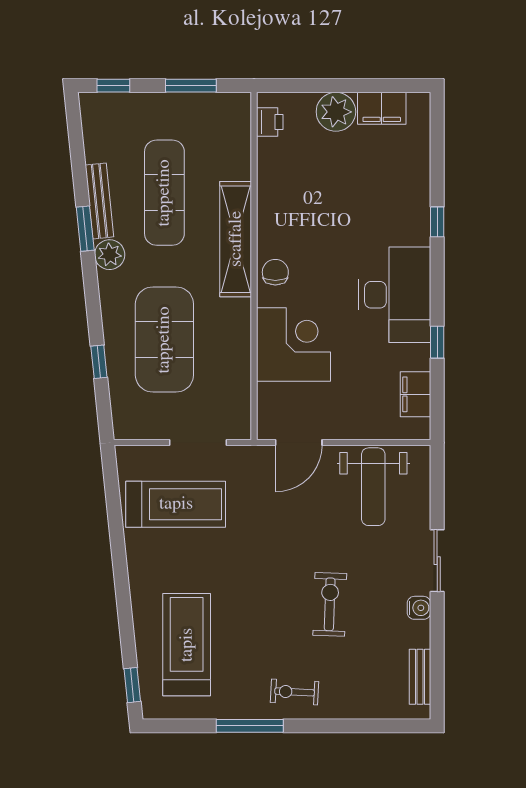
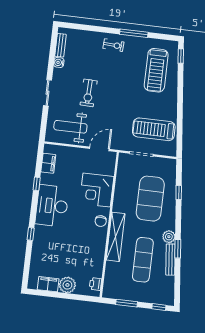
weight bench: (373, 487) -> (70, 127), turned -90
exercise bike: (330, 604) -> (89, 93), moved
water cooler: (419, 608) -> (59, 62), moved

